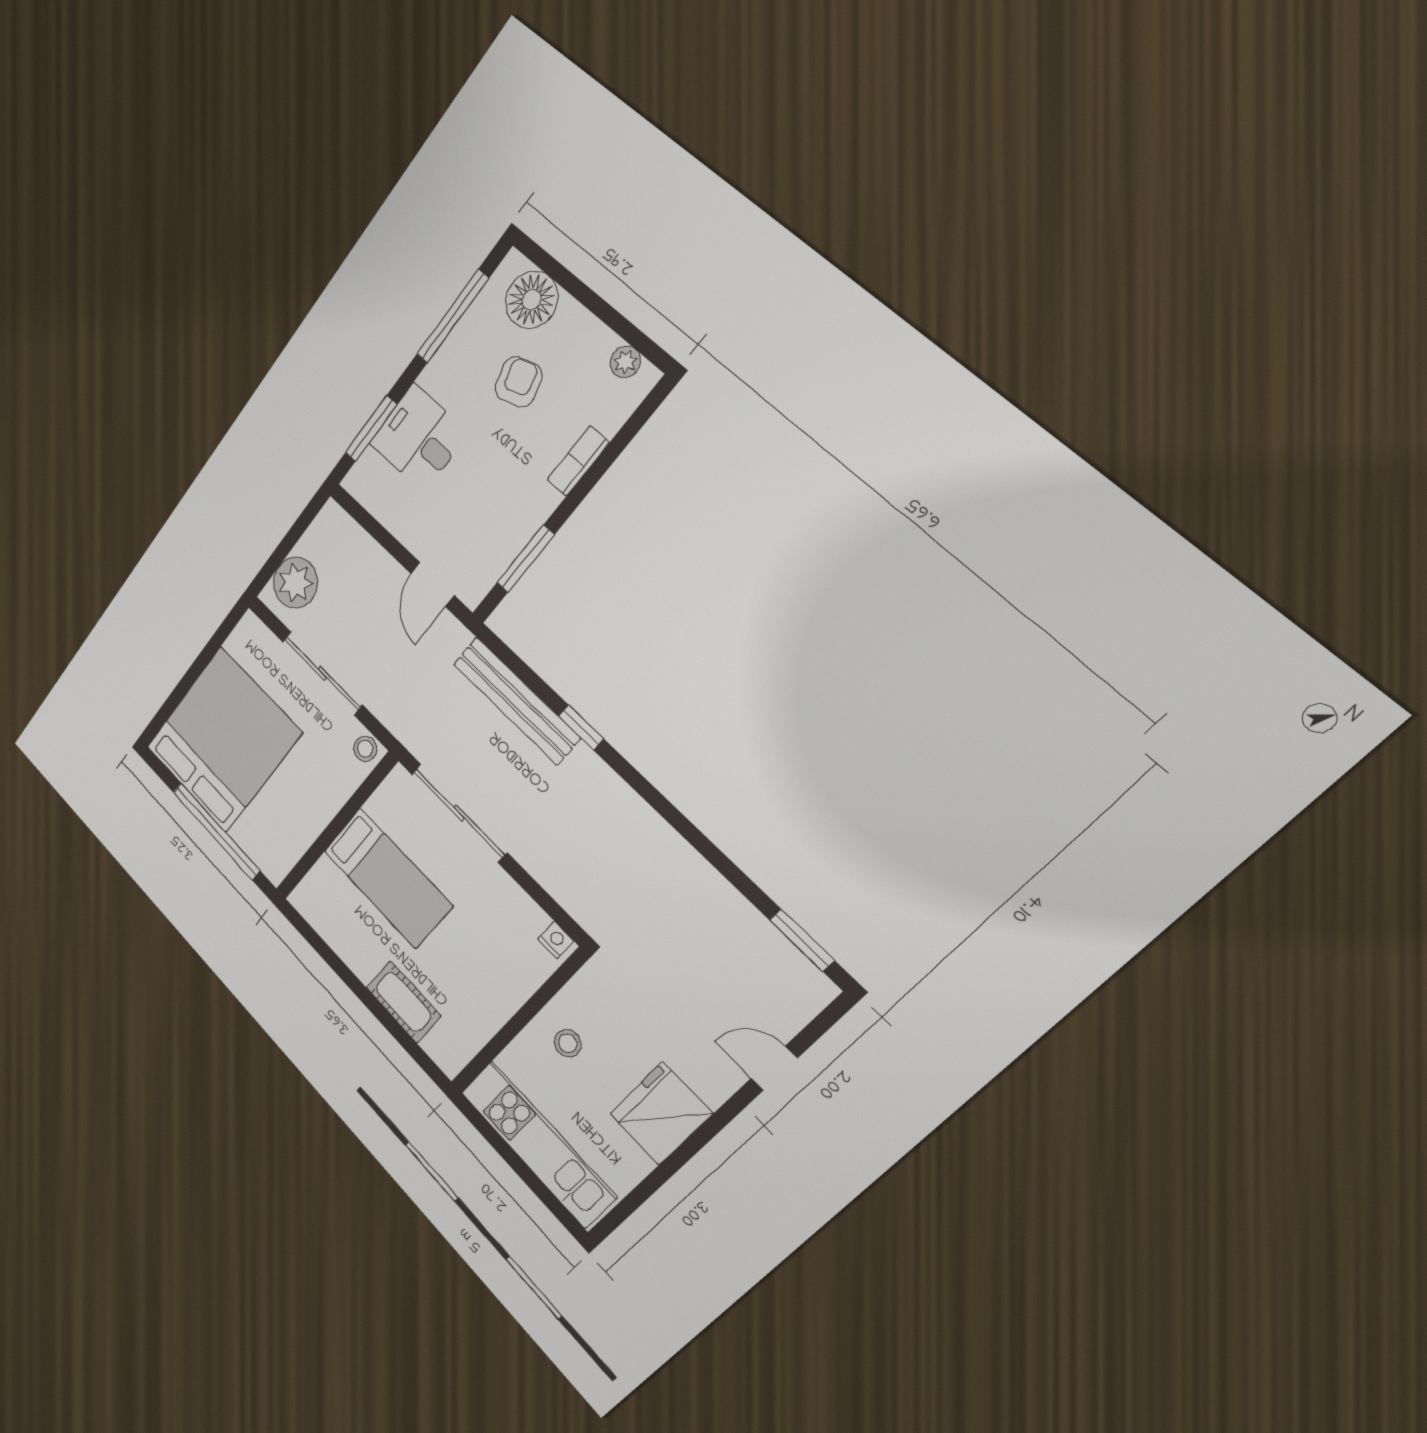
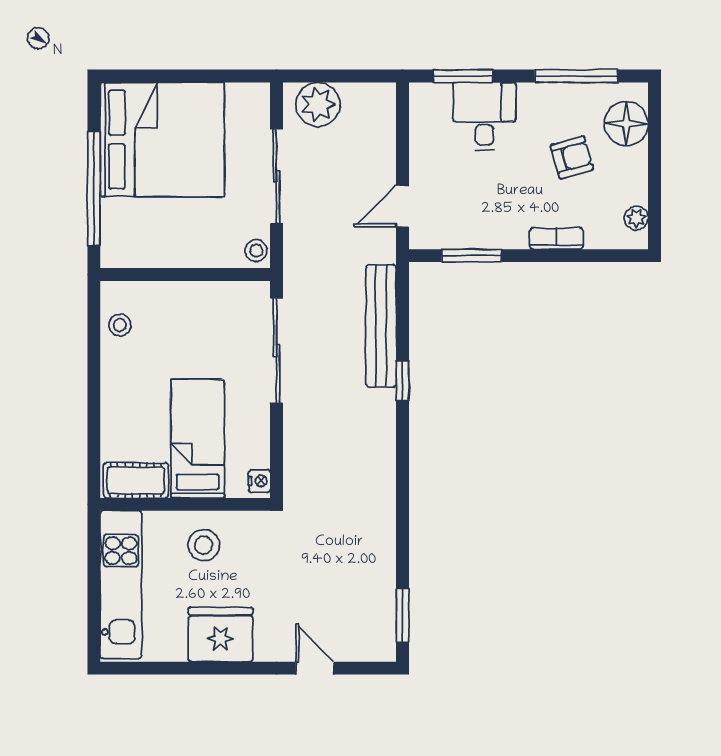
bed: (388, 878) -> (198, 439), moved, turned 180
stool: (331, 919) -> (120, 325), added
cot: (403, 1002) -> (136, 480), moved, turned 90
stool: (568, 1043) -> (204, 545), width x1.37, depth x1.37

